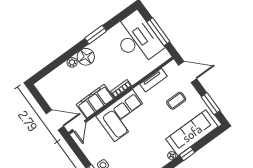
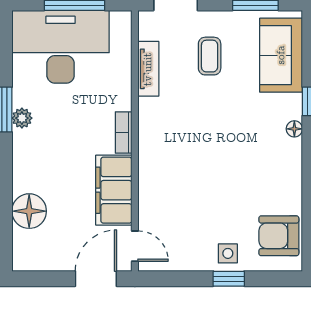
floor lamp: (86, 57) -> (29, 211), moved
plant: (72, 62) -> (22, 118), moved
corner sofa: (123, 116) -> (171, 161), removed
sofa: (192, 133) -> (281, 55), width x0.73

